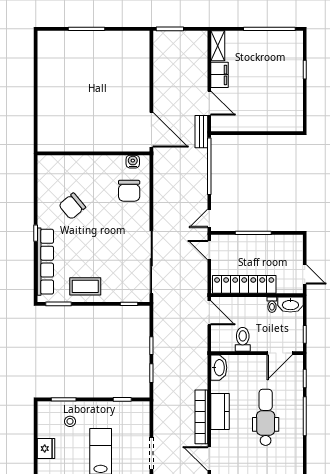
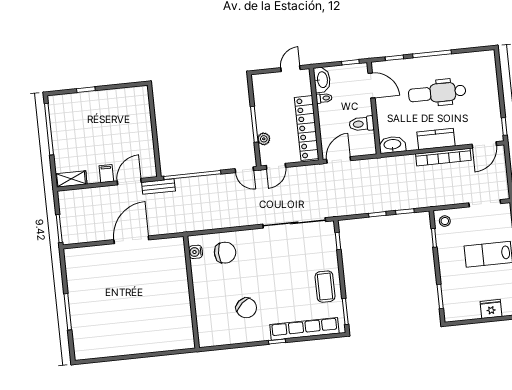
filing cabinet: (220, 75) -> (106, 174), width x0.50
door: (151, 130) -> (131, 240), moved
plant: (238, 241) -> (264, 139), added
stool: (70, 421) -> (445, 221), moved

